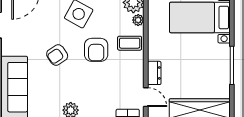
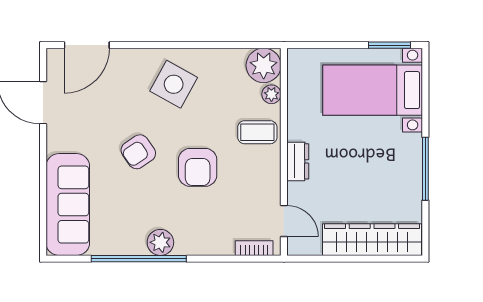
armchair: (96, 50) -> (198, 167), moved
dresser: (154, 73) -> (298, 161), moved

